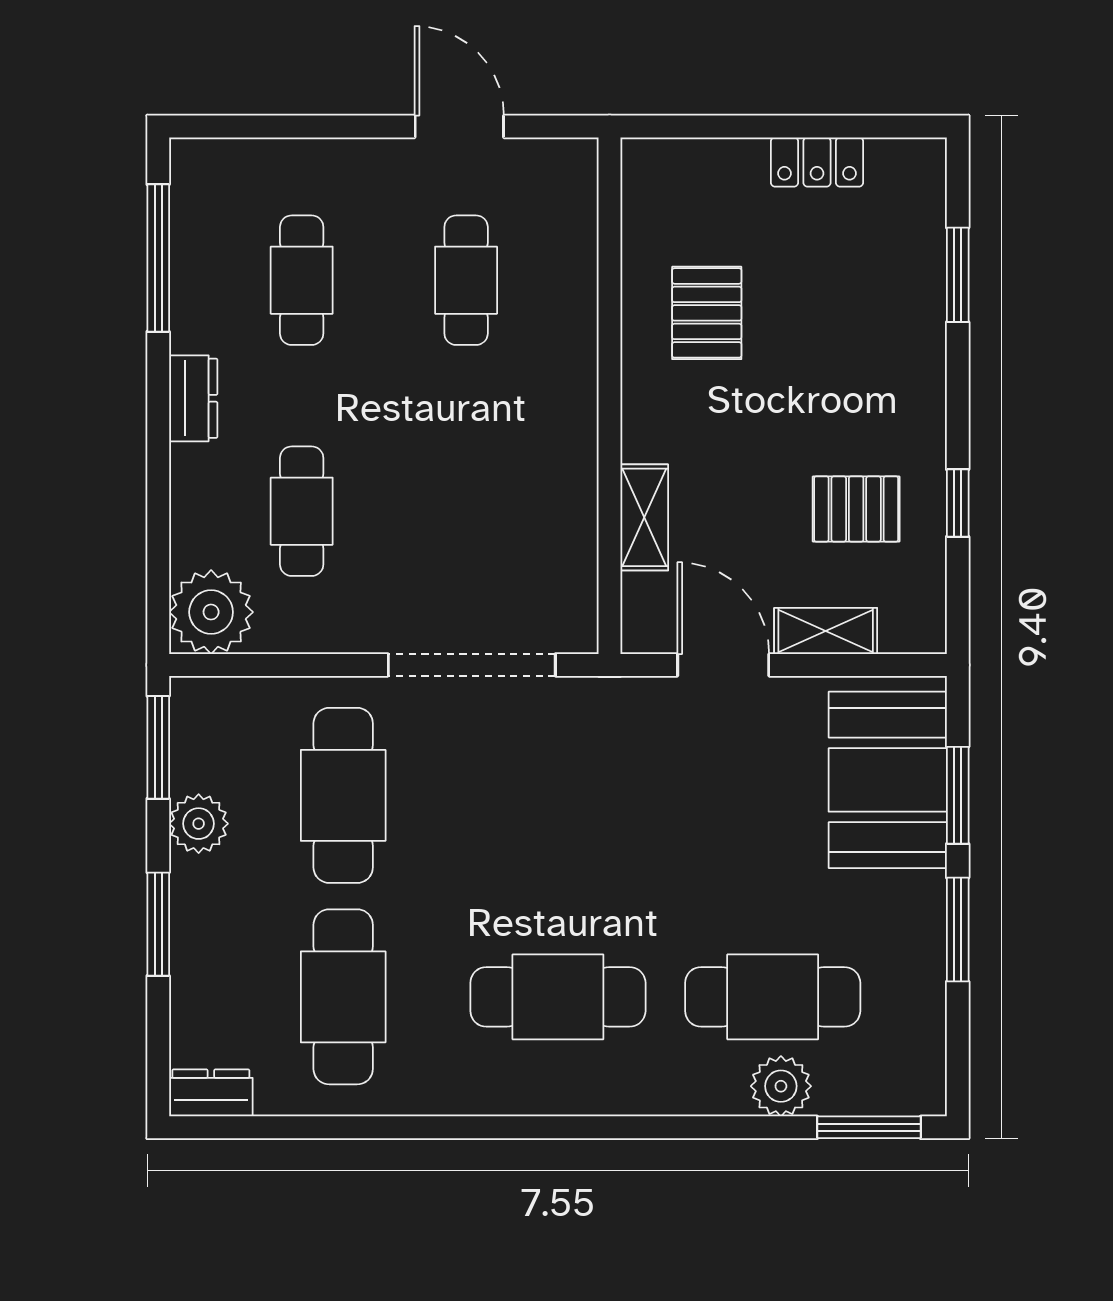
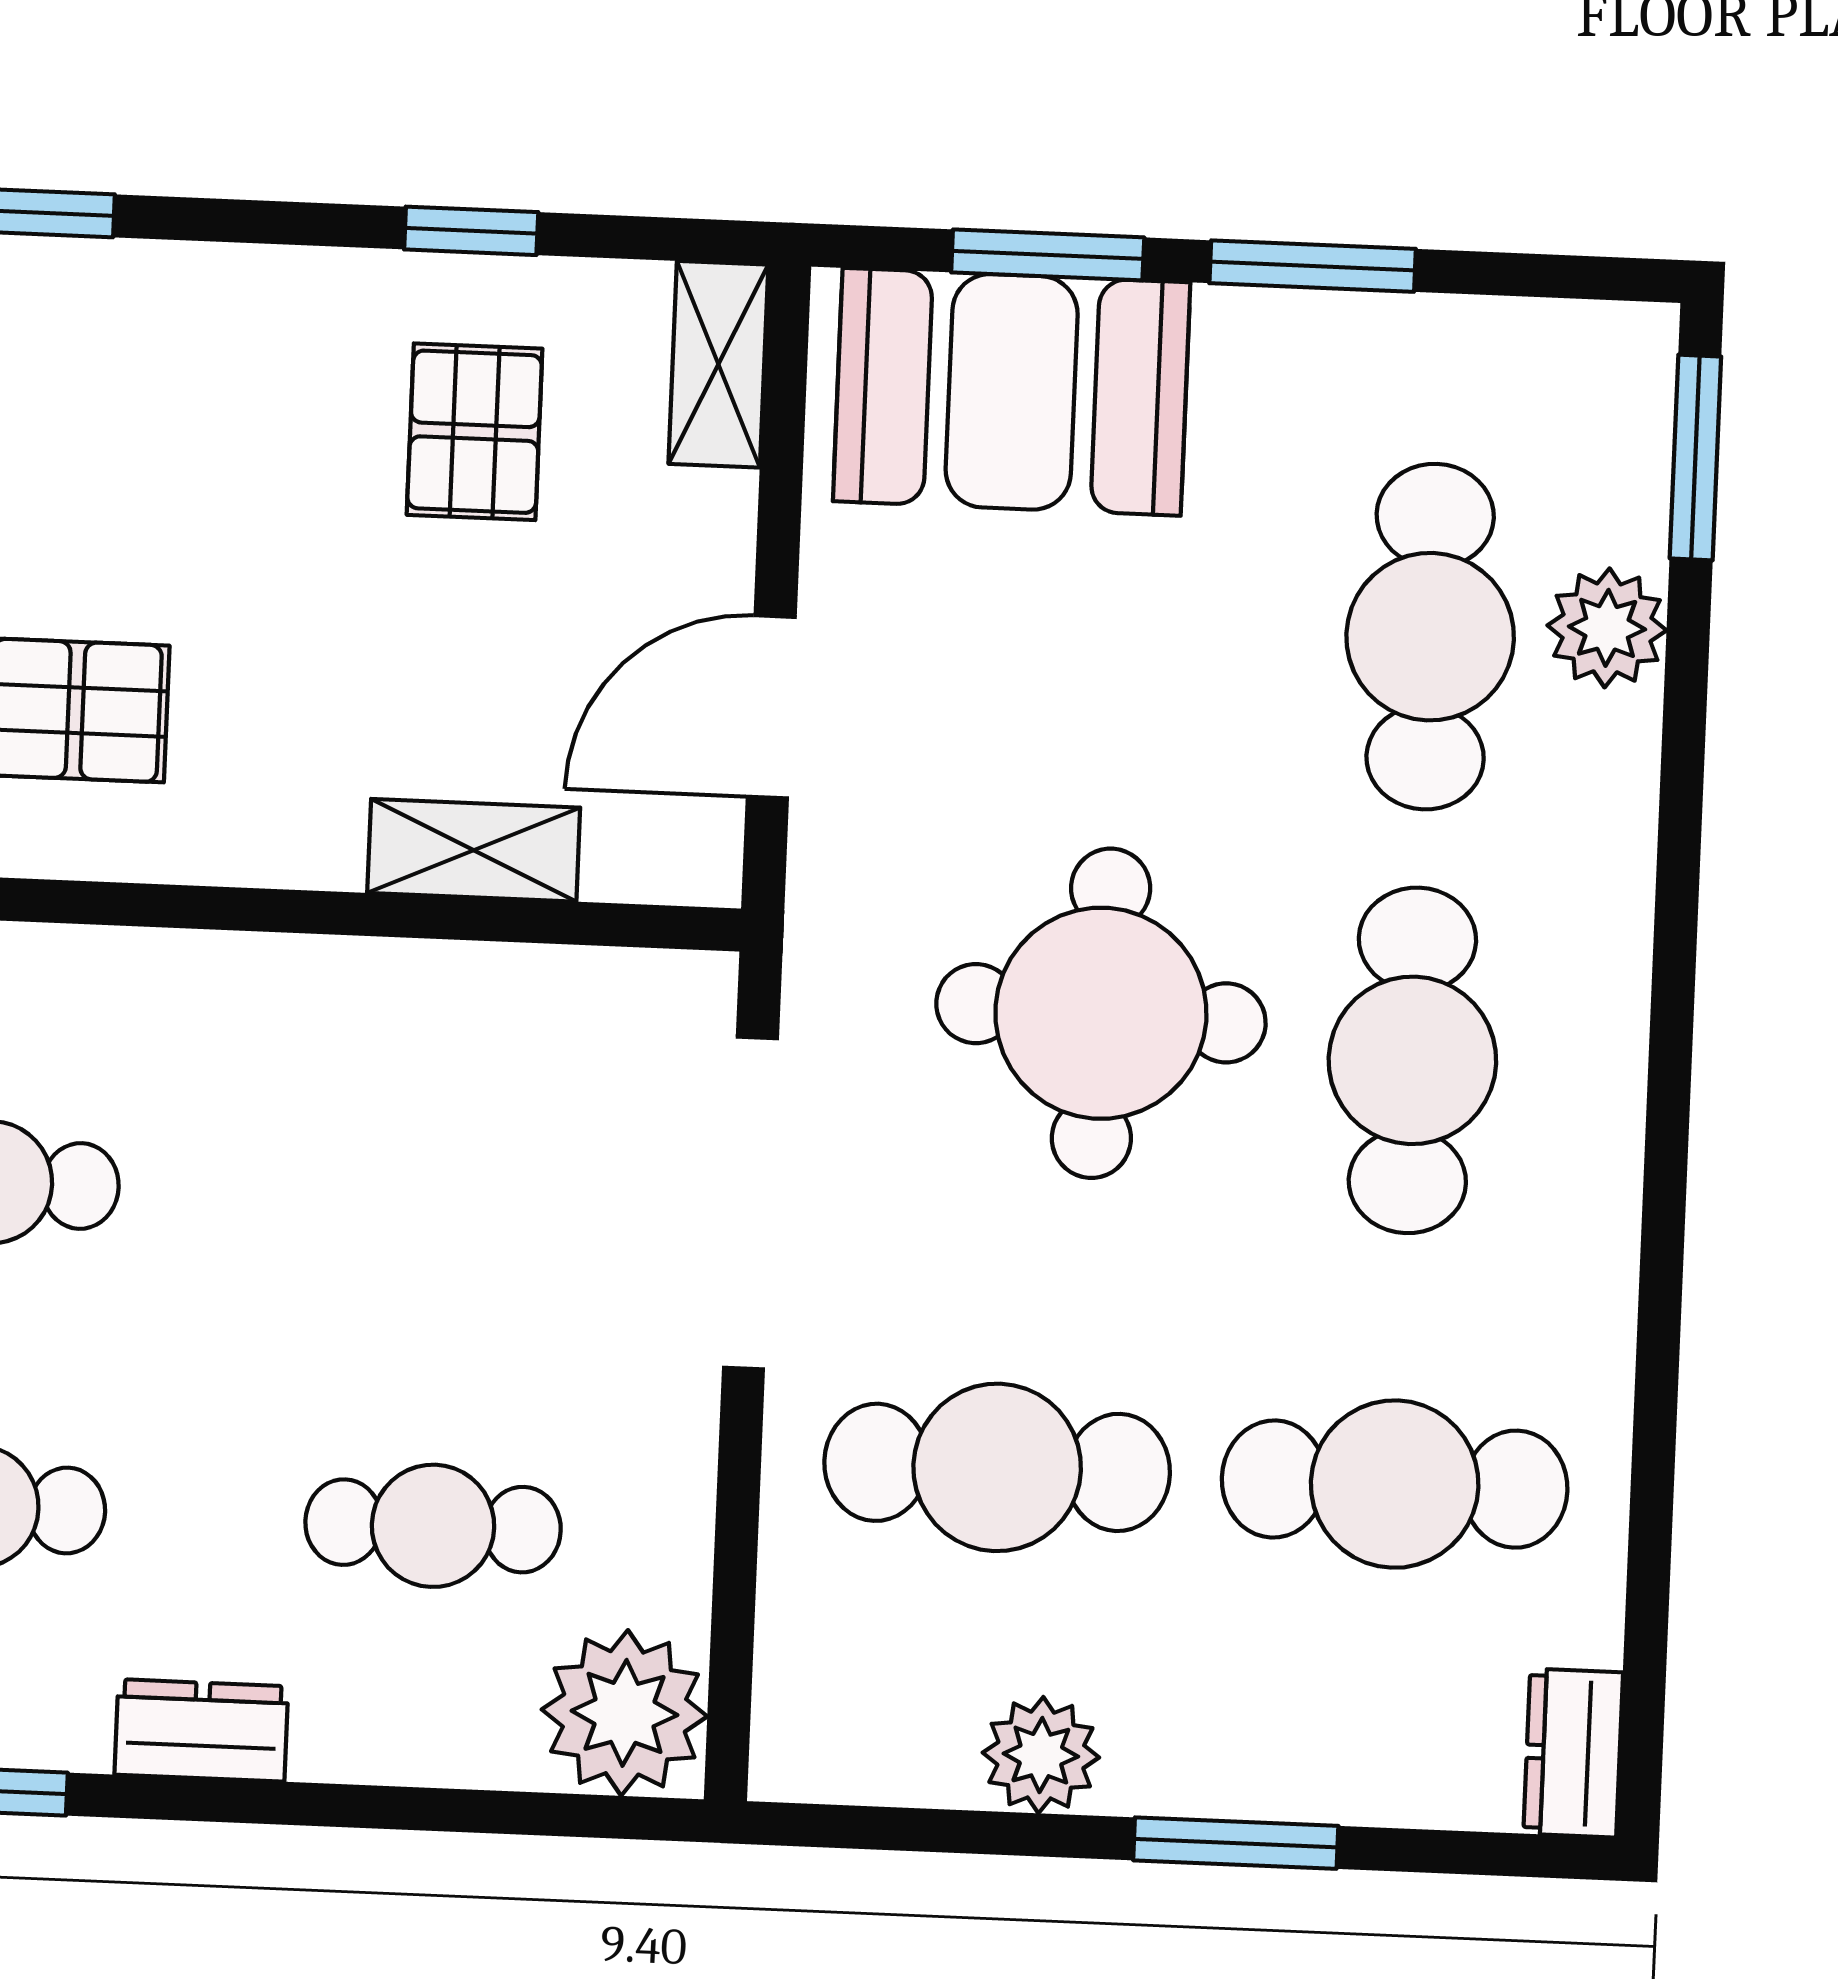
shelving: (826, 631) -> (718, 364), moved
window: (158, 747) -> (887, 1828), removed
round table: (575, 838) -> (1101, 1013), added

